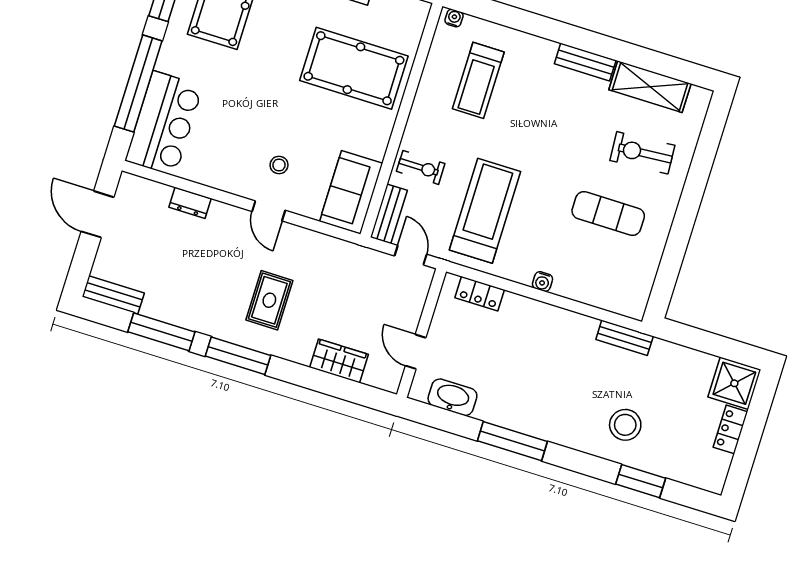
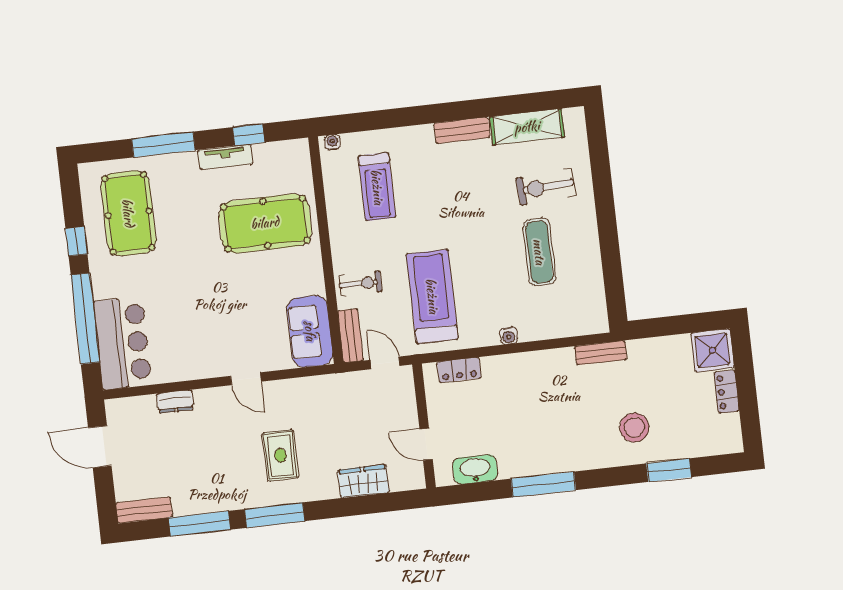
stool: (279, 165) -> (237, 335), removed
exercise mat: (608, 214) -> (539, 252), turned 90

